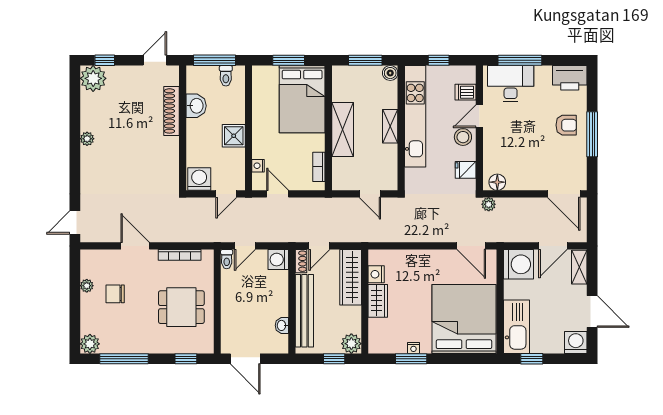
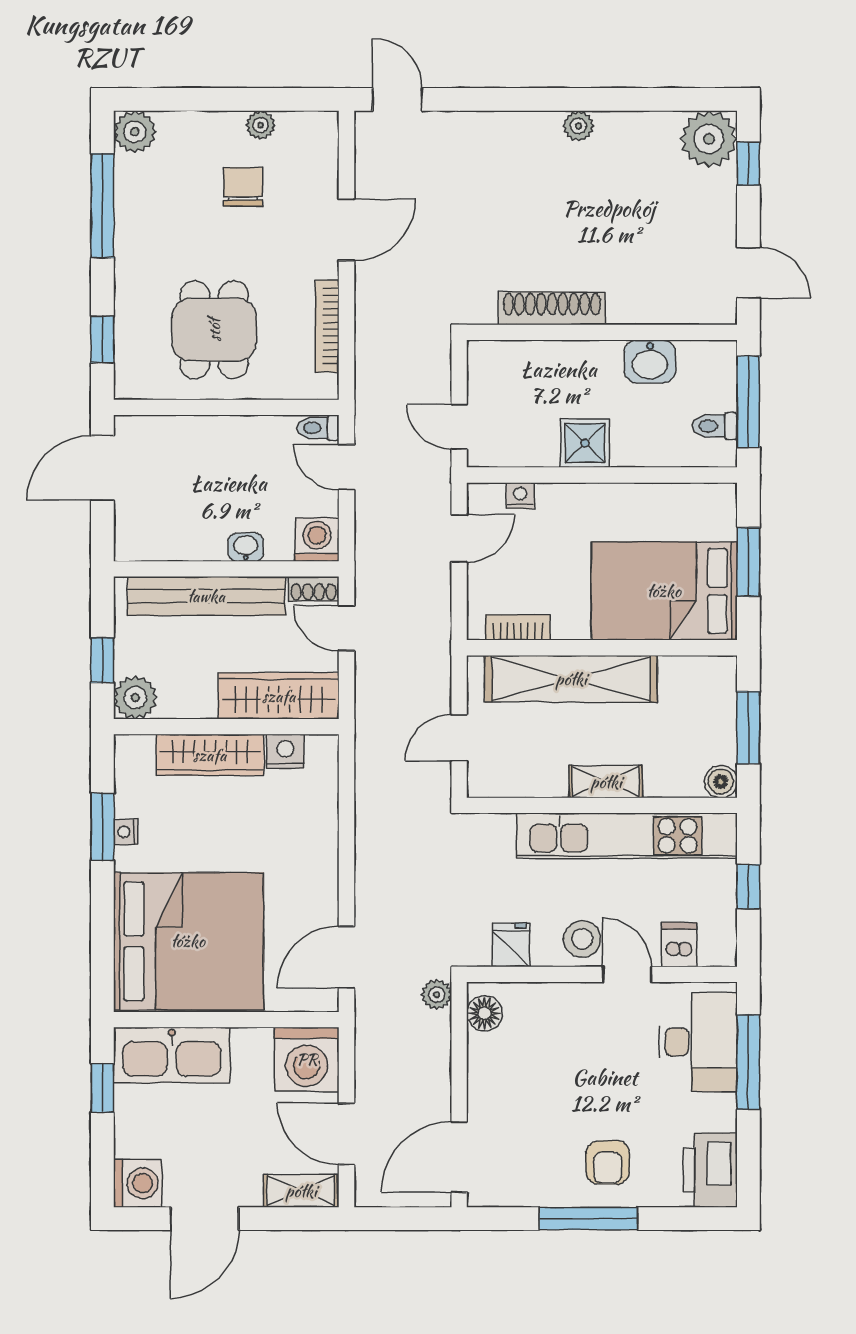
shoe rack: (171, 111) -> (552, 308), moved
shelving: (343, 130) -> (571, 679), width x1.47
washing machine: (199, 179) -> (491, 368), removed
wardrobe: (378, 301) -> (210, 755), width x1.50
washbasin: (282, 325) -> (246, 547), moved

